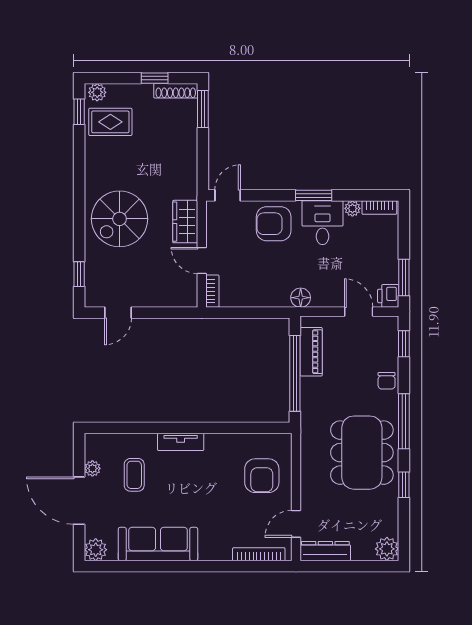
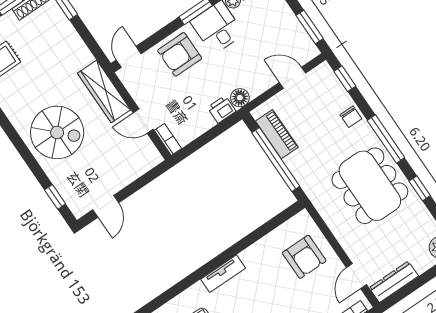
spiral stairs: (120, 219) -> (57, 132), turned -90
wardrobe: (185, 222) -> (104, 91), width x1.50
printer: (388, 296) -> (222, 109), moved, turned 90

